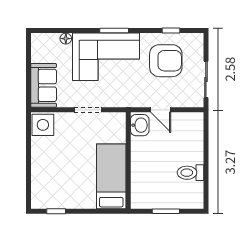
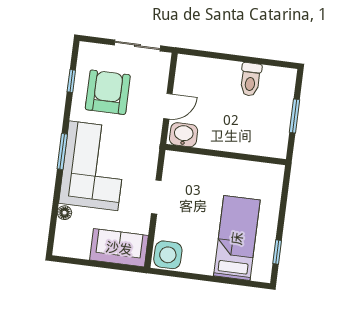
bed: (111, 176) -> (237, 238), moved, turned 90

